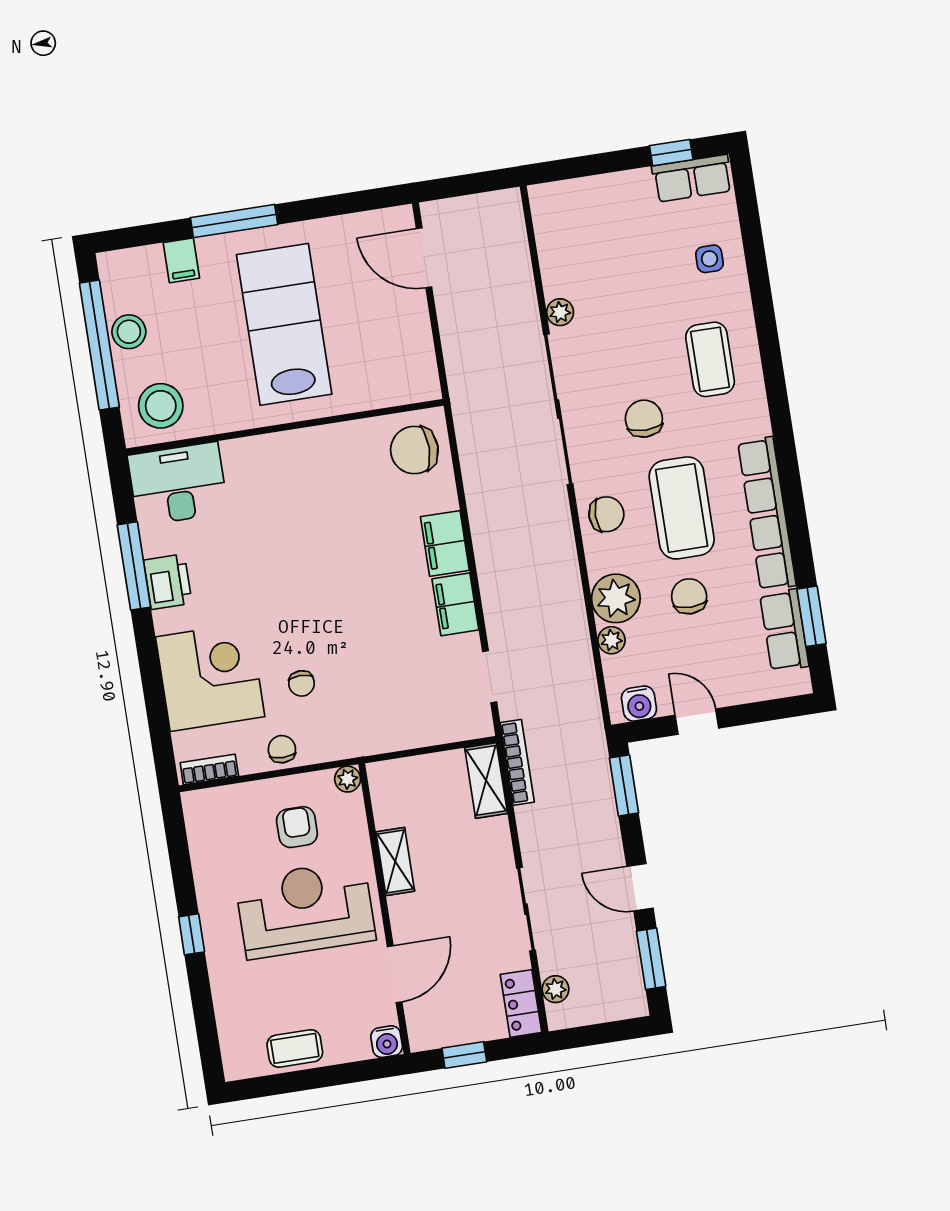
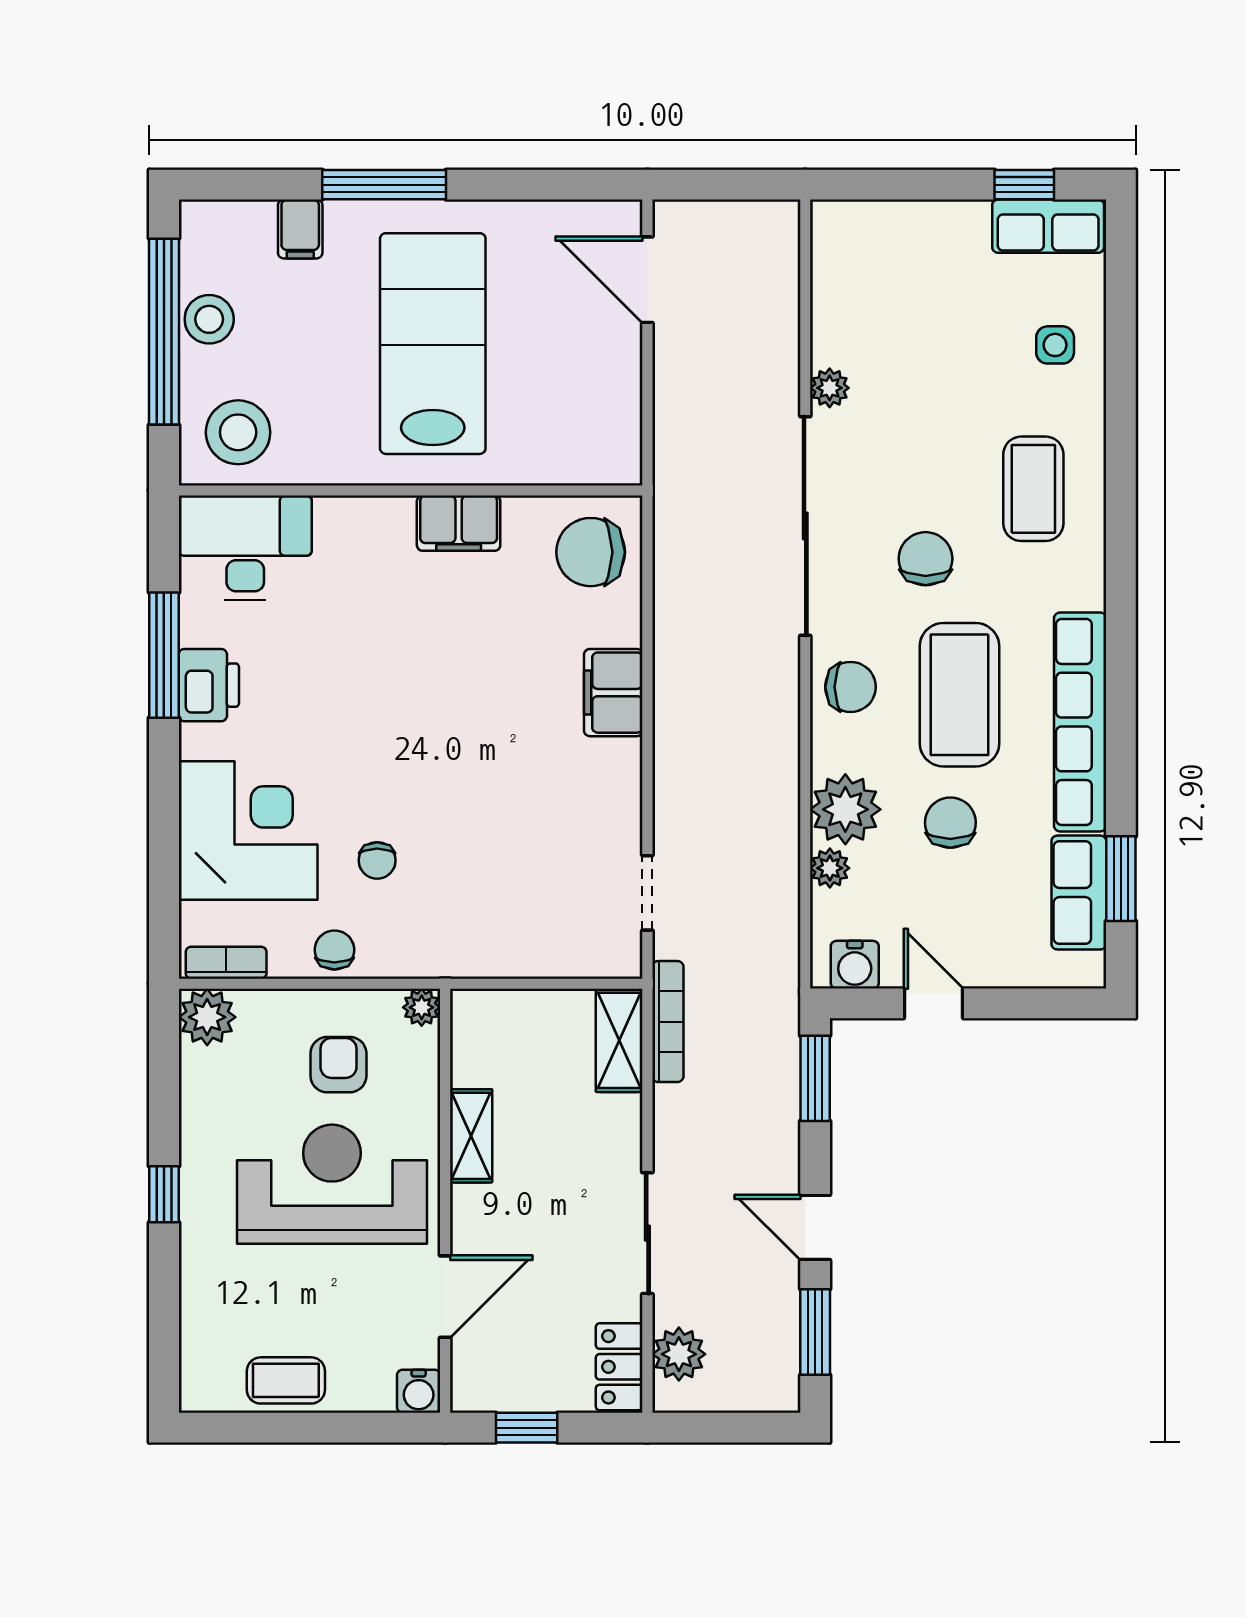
filing cabinet: (455, 604) -> (459, 523), moved, turned -90
plant: (202, 809) -> (207, 1017), added
plant: (555, 989) -> (679, 1354), width x1.38, depth x1.38

